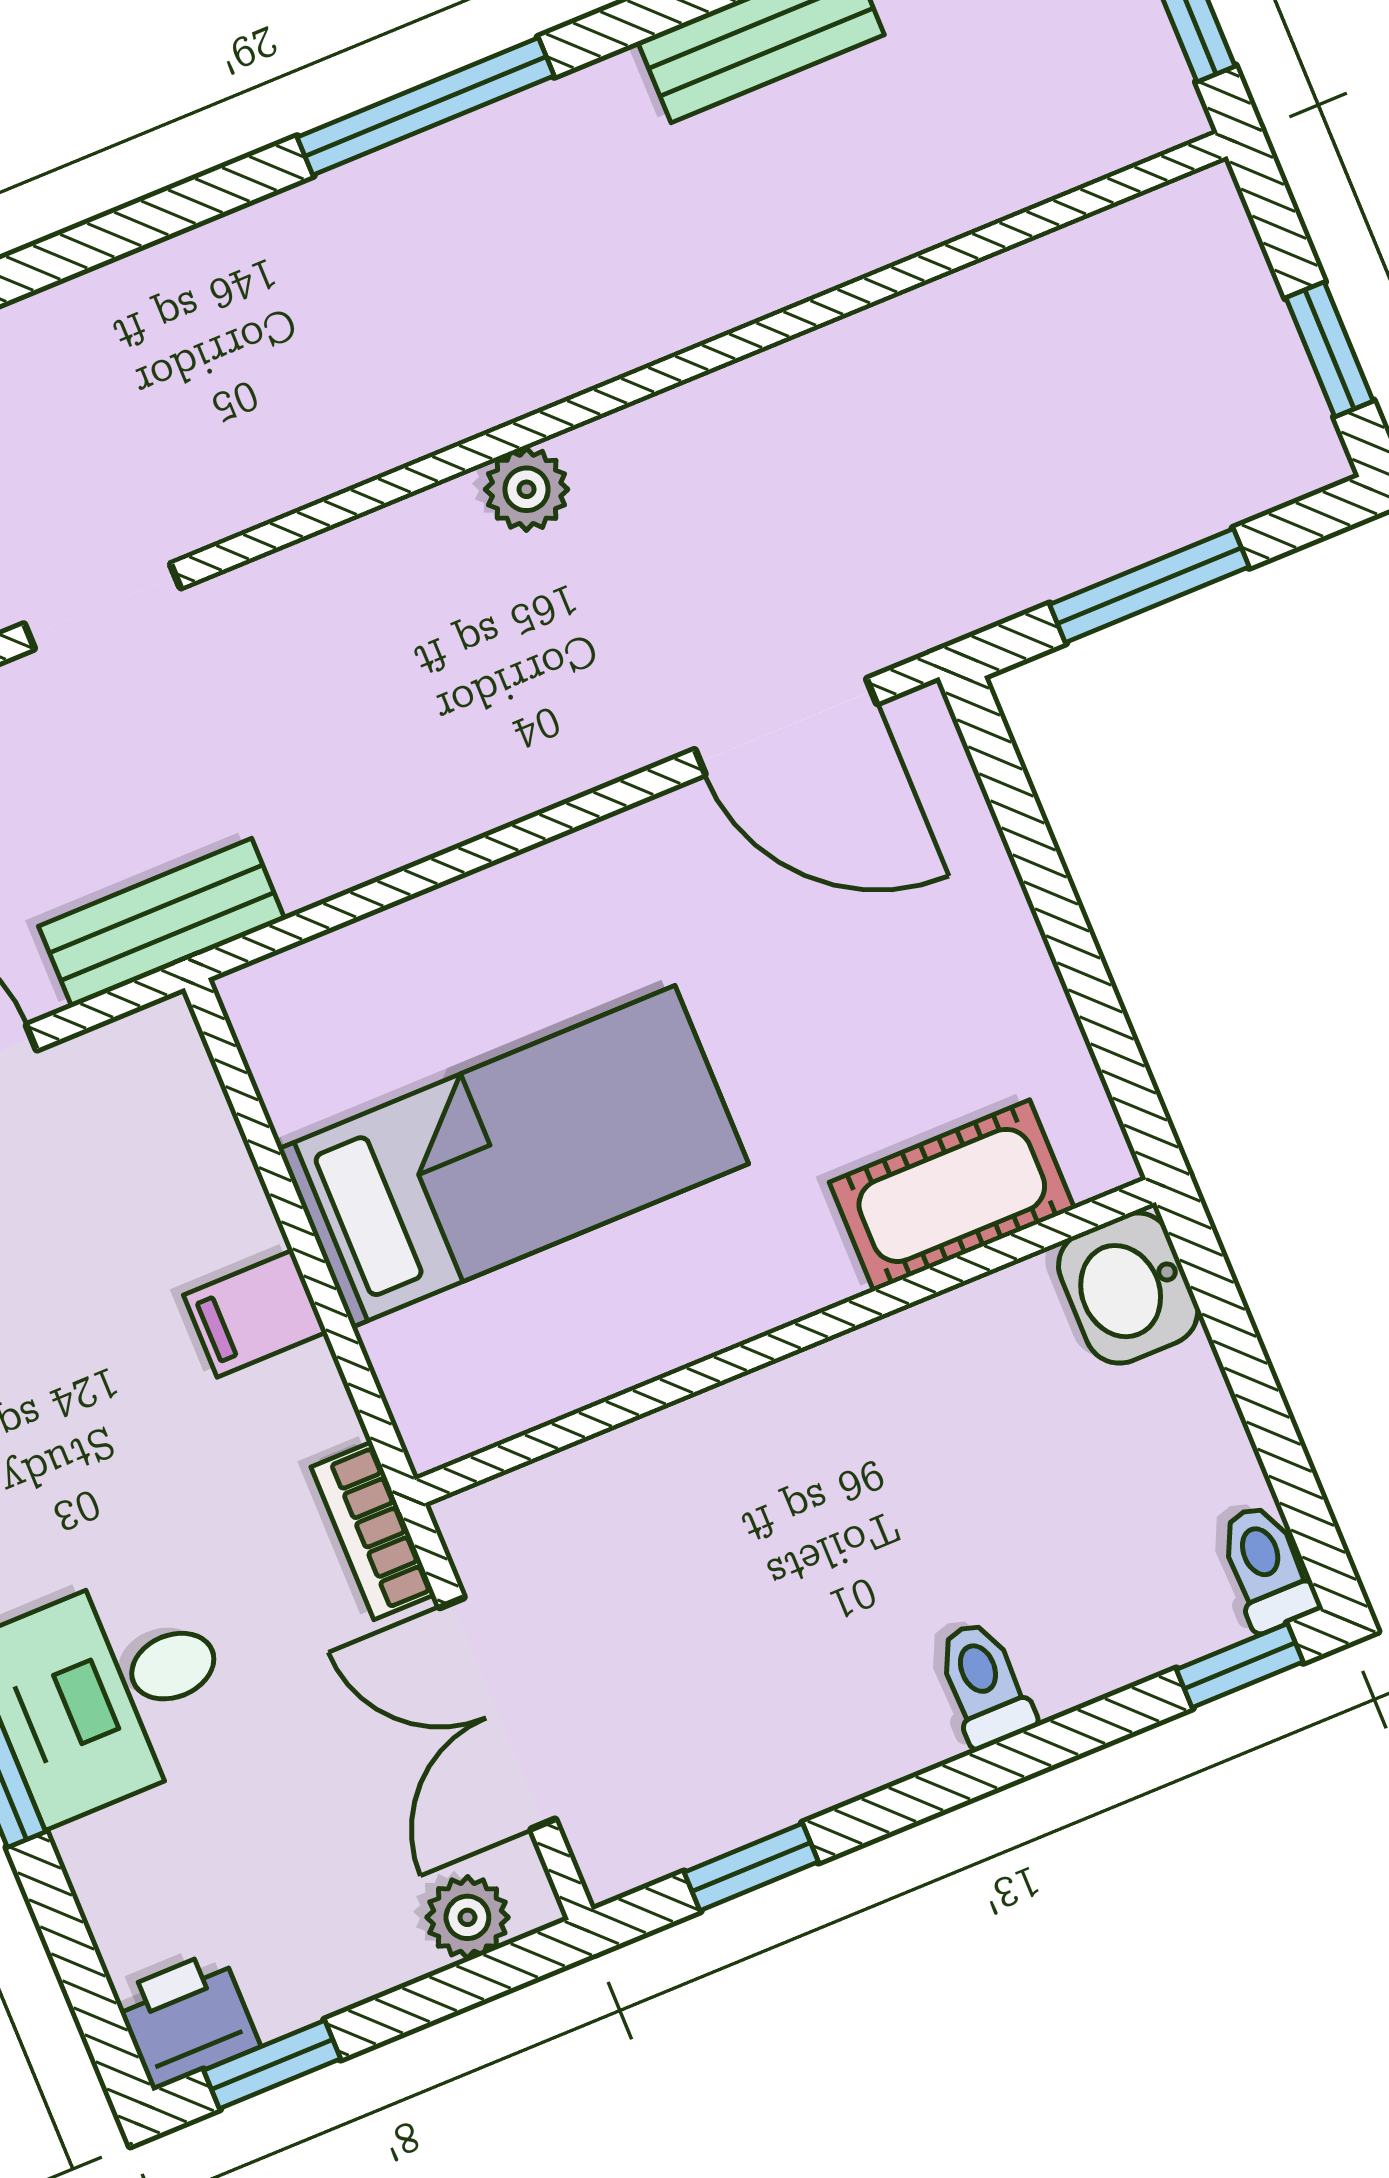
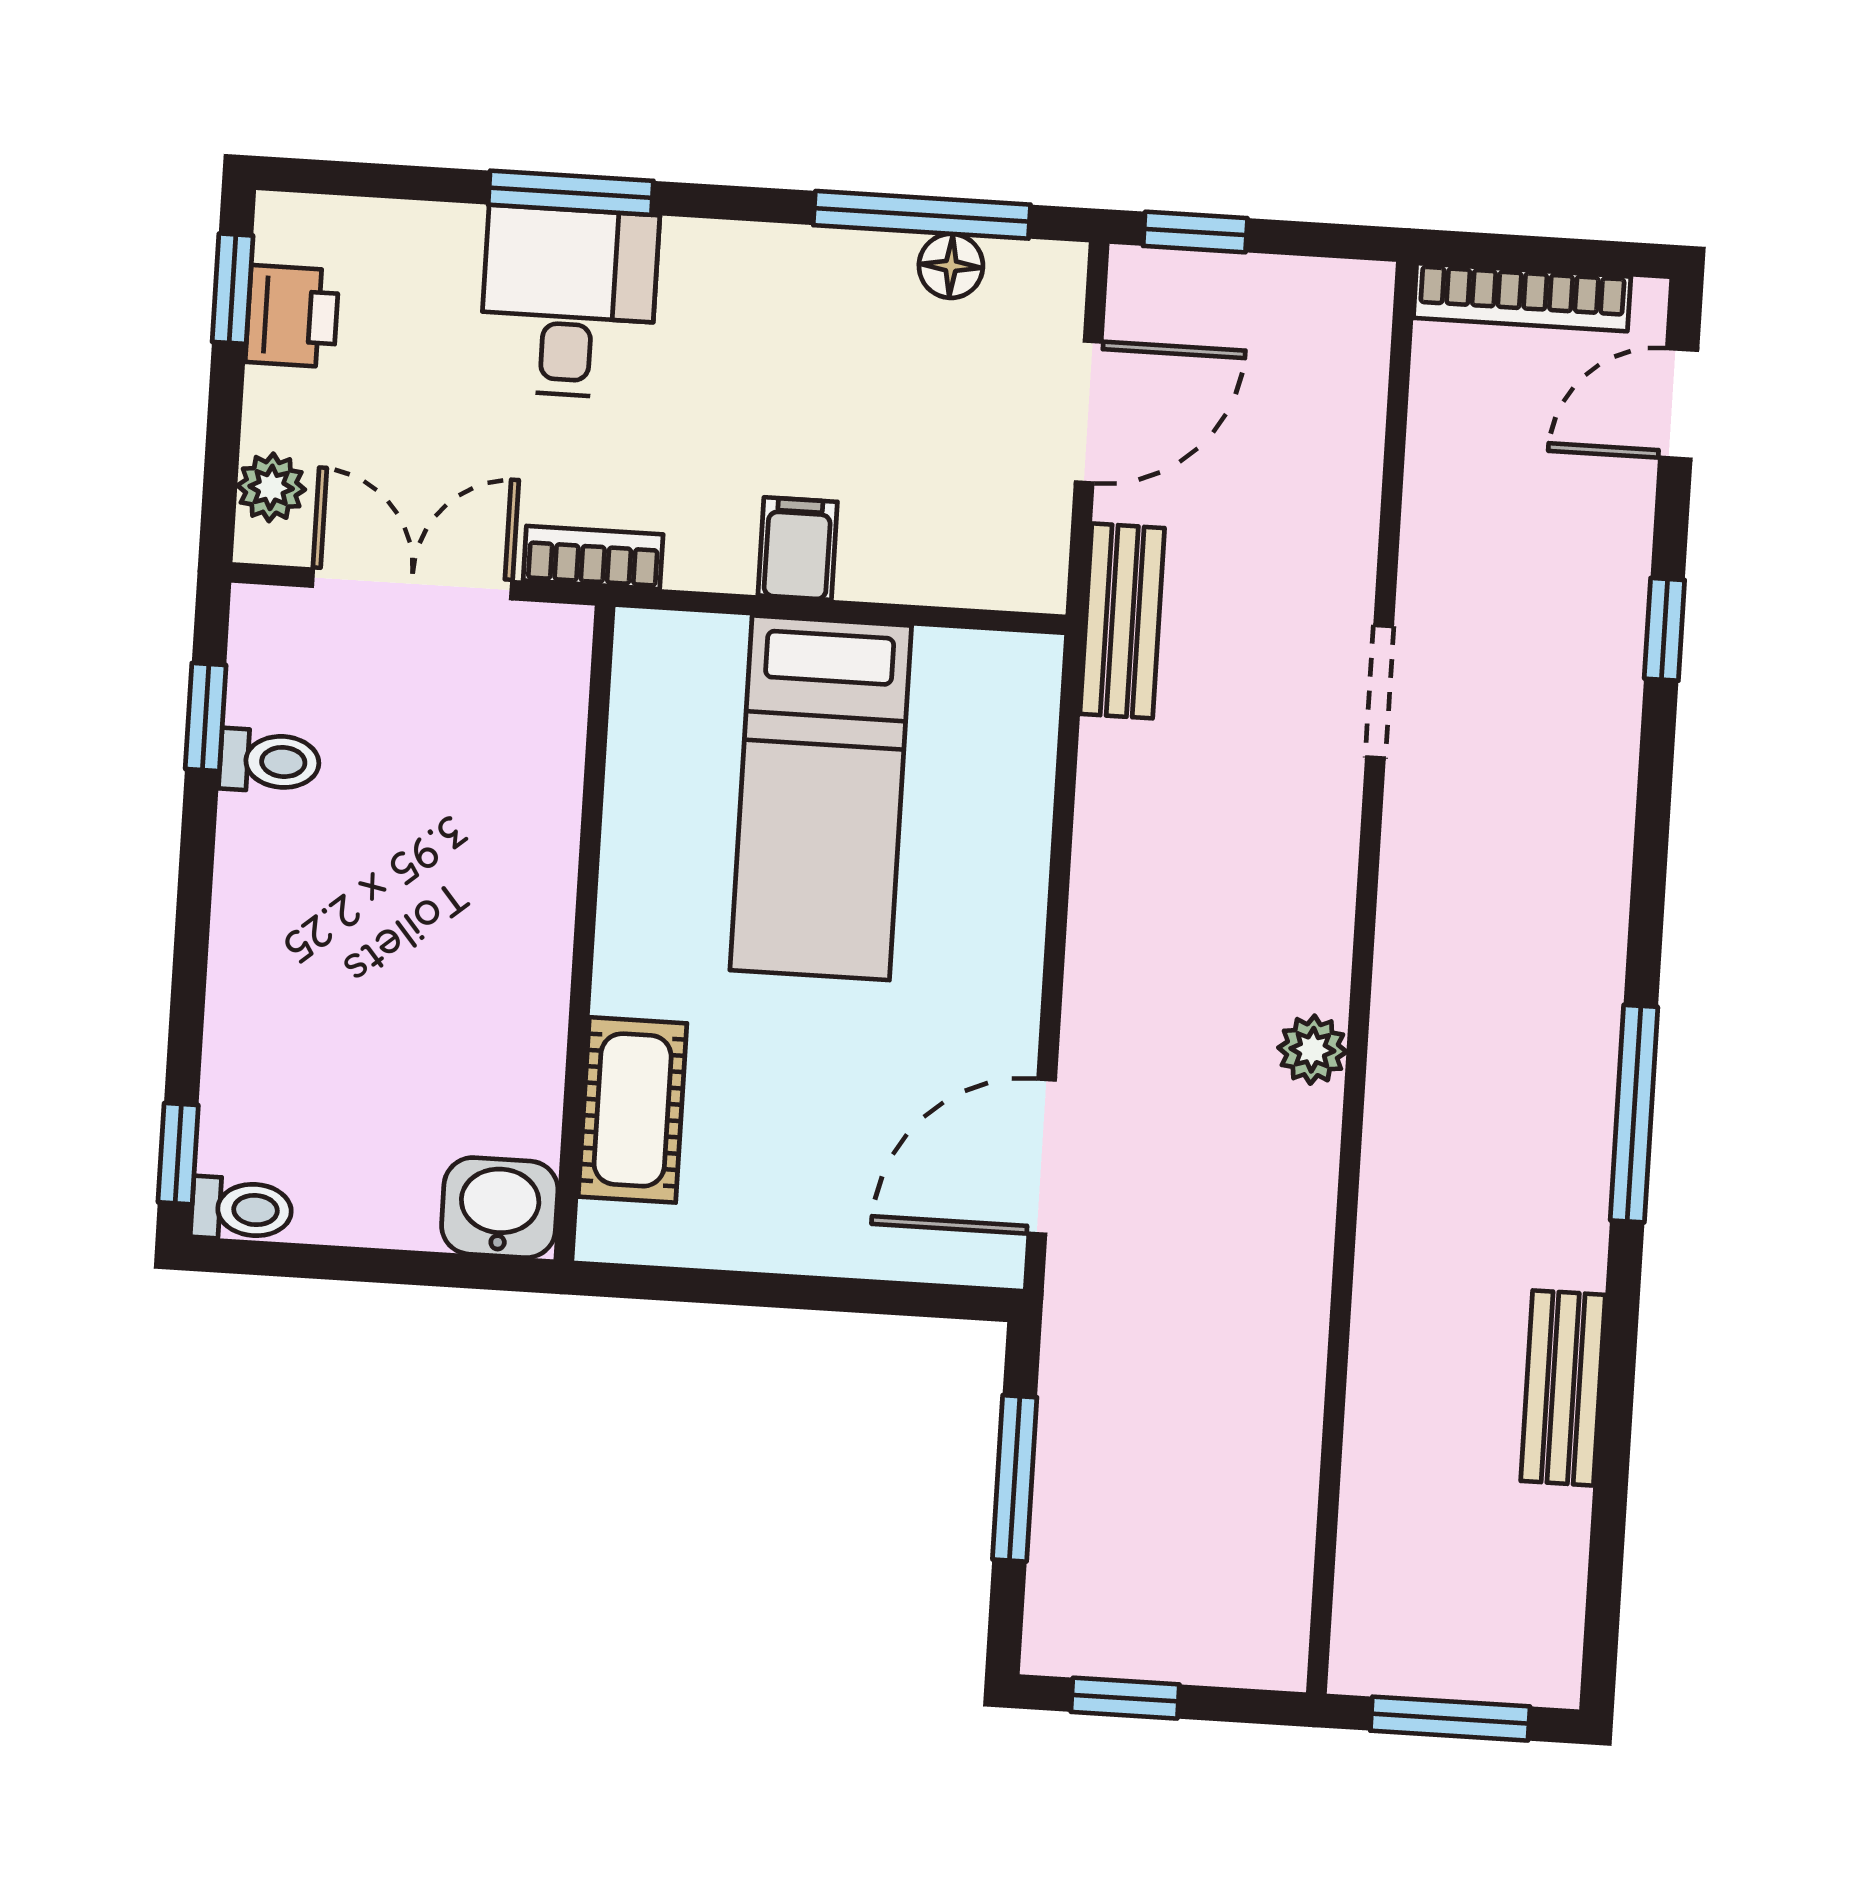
toilet: (984, 1684) -> (269, 761), moved
printer: (187, 2020) -> (292, 316), moved

